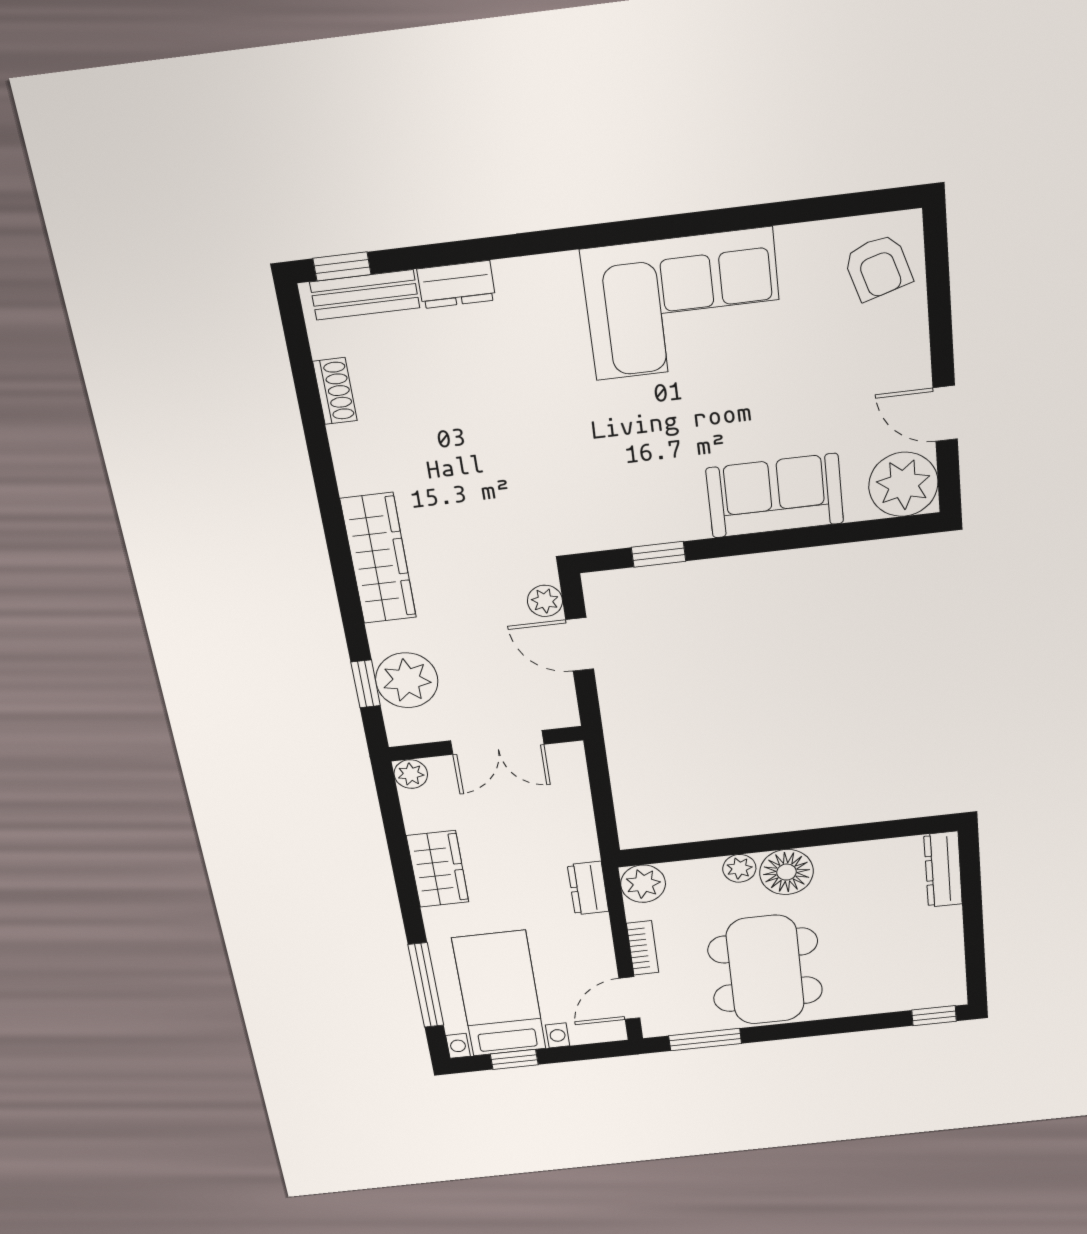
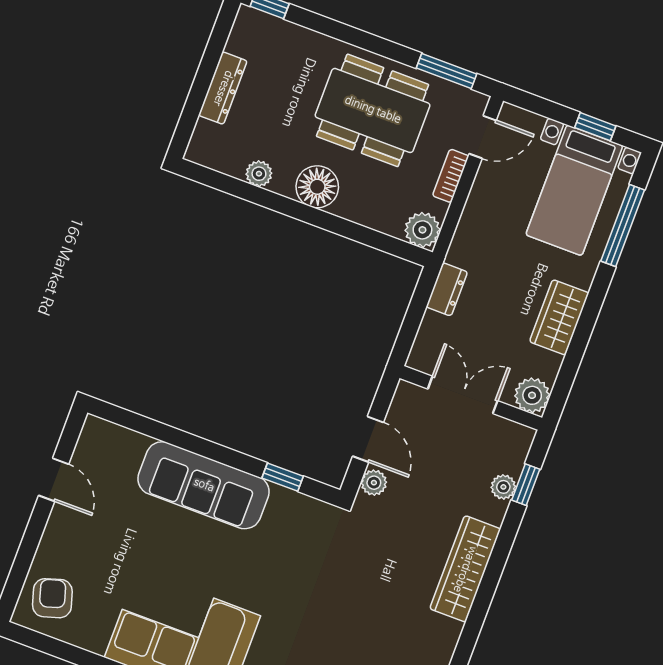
plant: (903, 484) -> (102, 444), removed
sofa: (775, 496) -> (204, 485), width x1.36
plant: (407, 680) -> (503, 487), width x0.53, depth x0.53
plant: (411, 774) -> (532, 395), width x1.38, depth x1.38
plant: (739, 868) -> (259, 174), moved
dresser: (943, 869) -> (223, 88), moved
dresser: (588, 888) -> (447, 289), moved
dining table: (765, 970) -> (373, 110), turned 90

